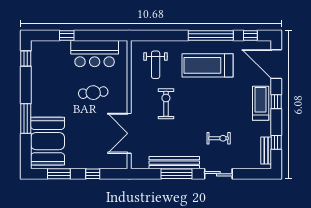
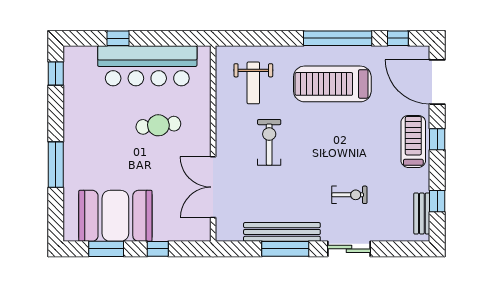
bar counter: (95, 54) -> (147, 66), width x1.36
booth: (48, 141) -> (115, 216), moved, turned 90

